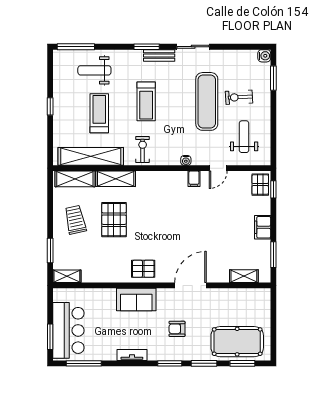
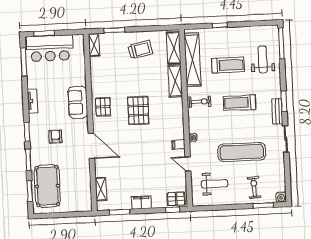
exercise bike: (239, 97) -> (254, 187), moved
window: (50, 106) -> (220, 25), moved
pallet: (114, 220) -> (138, 110), moved, turned 90

